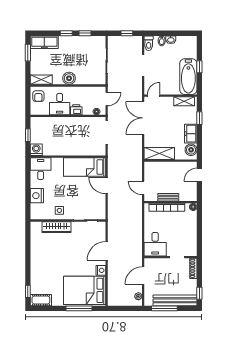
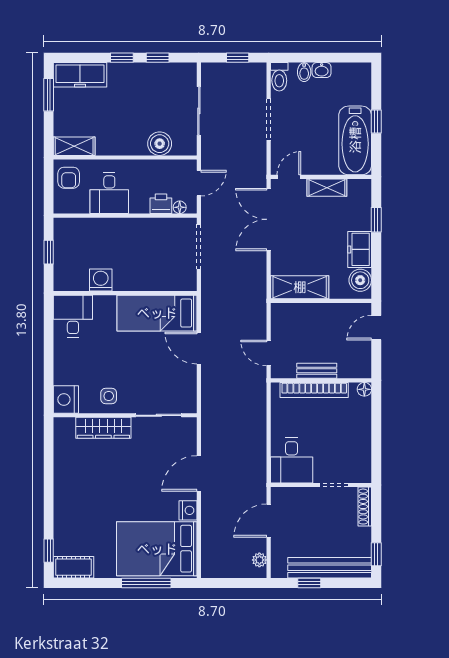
boiler: (69, 78) -> (160, 144), moved
shelving: (184, 101) -> (327, 188), moved
printer: (76, 110) -> (161, 204), moved
washing machine: (36, 150) -> (101, 280), moved
nightstand: (37, 196) -> (66, 399), moved
window: (164, 308) -> (309, 583), width x0.46

